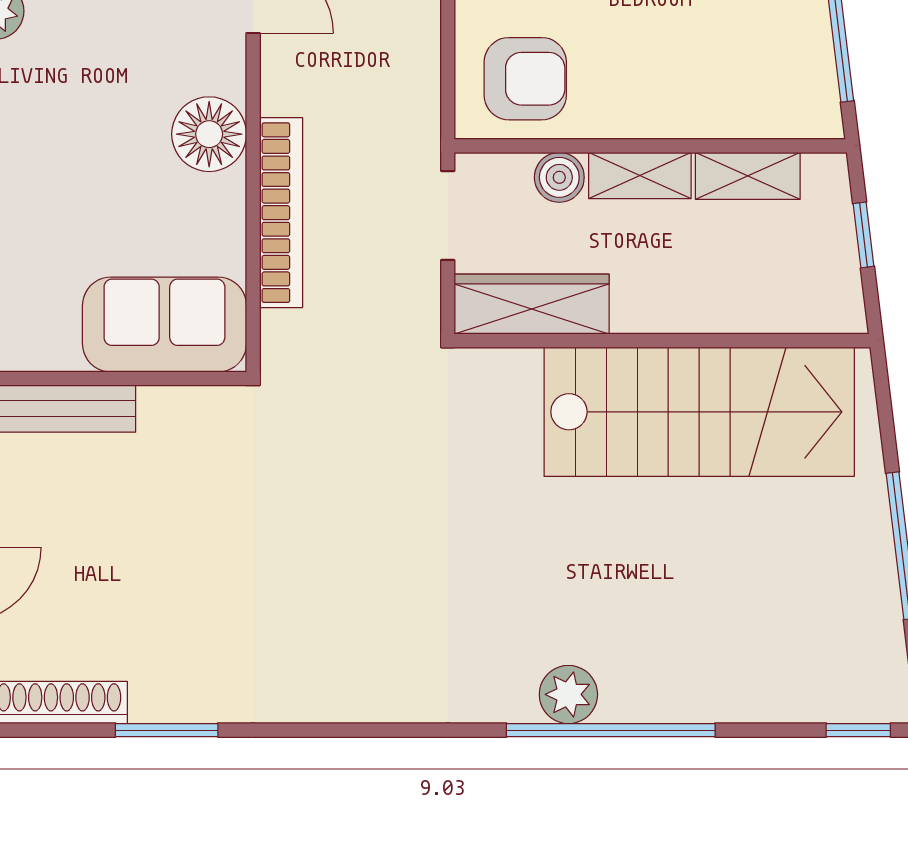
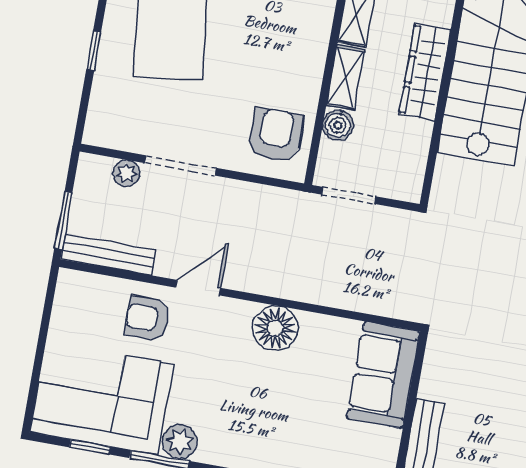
bookcase: (281, 213) -> (329, 294), removed
wardrobe: (532, 304) -> (425, 72), moved

